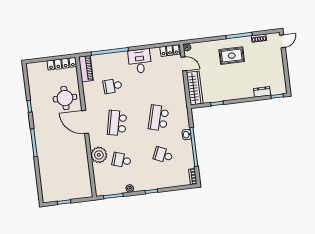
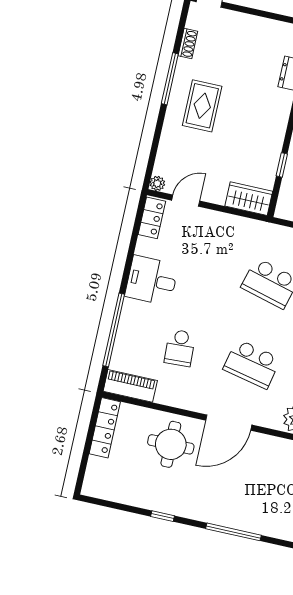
wardrobe: (195, 88) -> (249, 199), width x0.67

